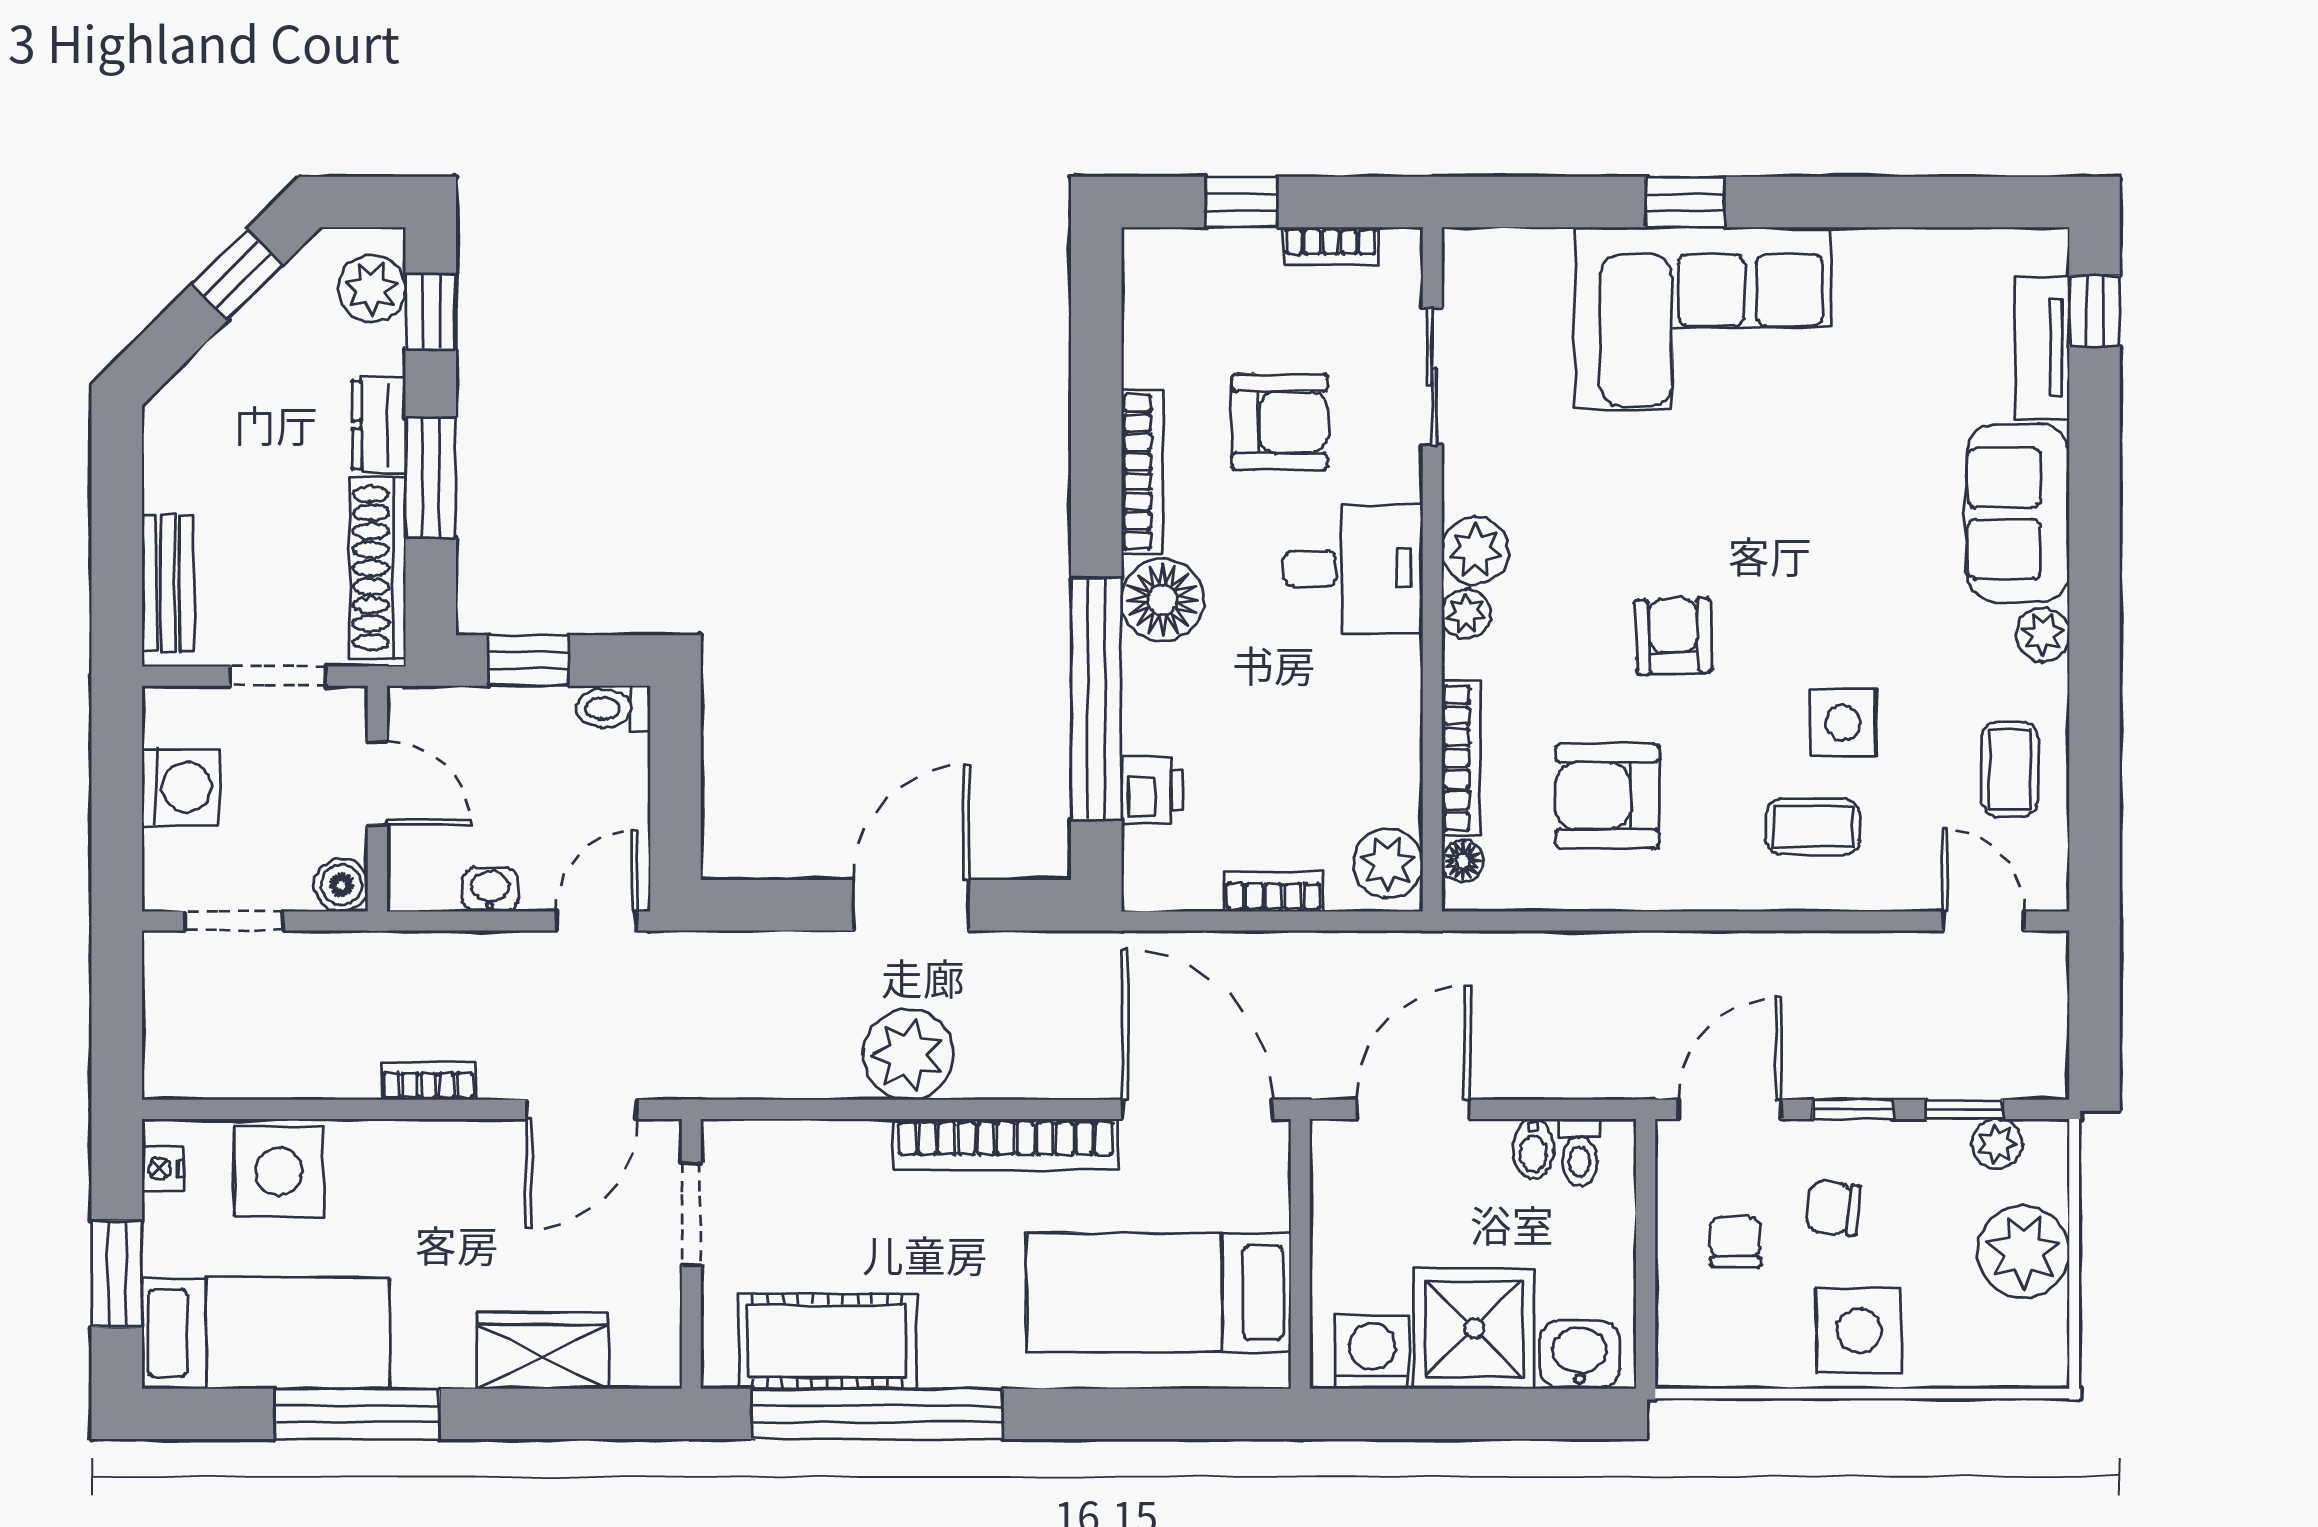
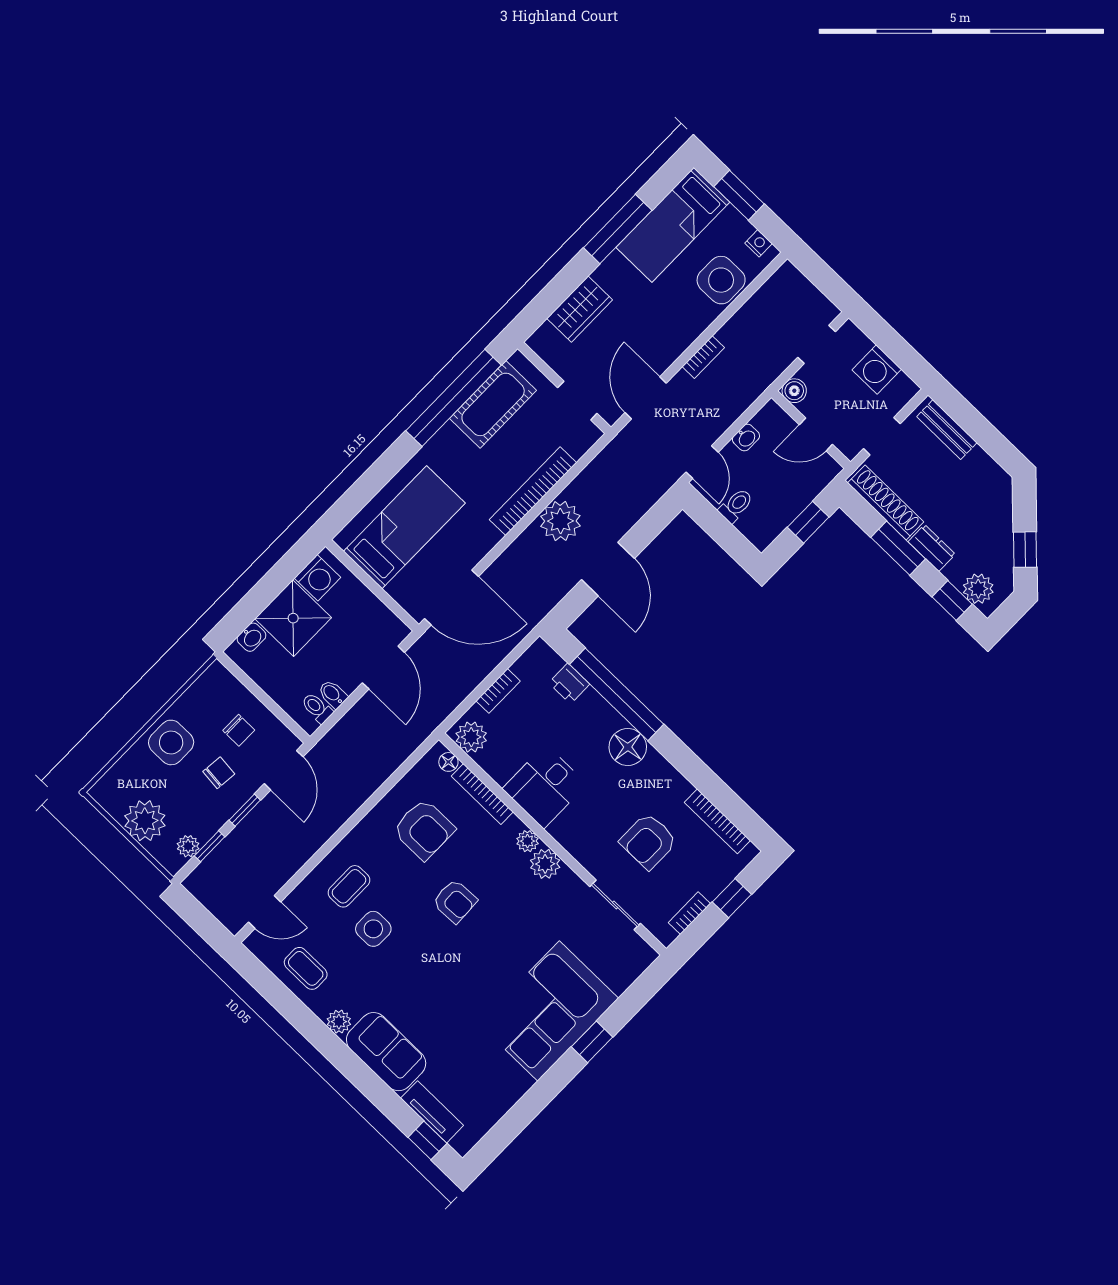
bookcase: (1142, 472) -> (717, 821), moved
desk: (1353, 568) -> (545, 787), moved
toilet: (613, 708) -> (736, 505), moved
armchair: (1607, 796) -> (424, 829), turned 90
bookcase: (1006, 1144) -> (533, 491), moved
washbasin: (1579, 1355) -> (252, 637), width x0.72, depth x0.69

